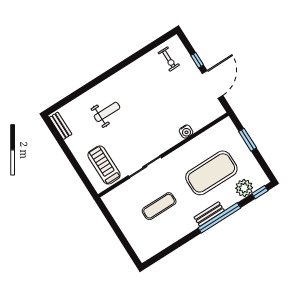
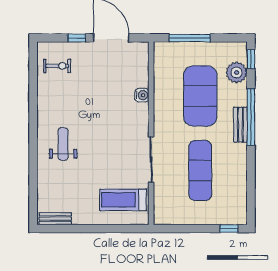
weight bench: (107, 112) -> (63, 144), moved
window: (248, 140) -> (190, 38), width x1.44
exercise mat: (159, 206) -> (200, 170), width x1.36, depth x1.45
window: (131, 252) -> (229, 229), added

